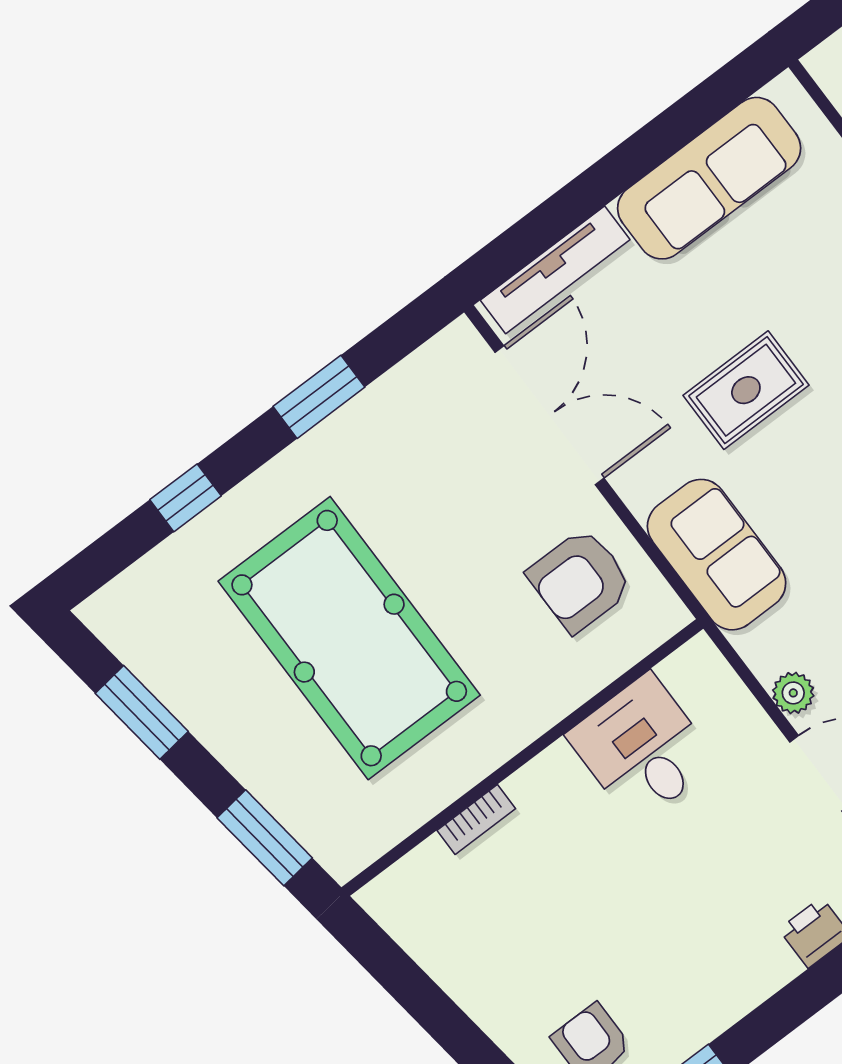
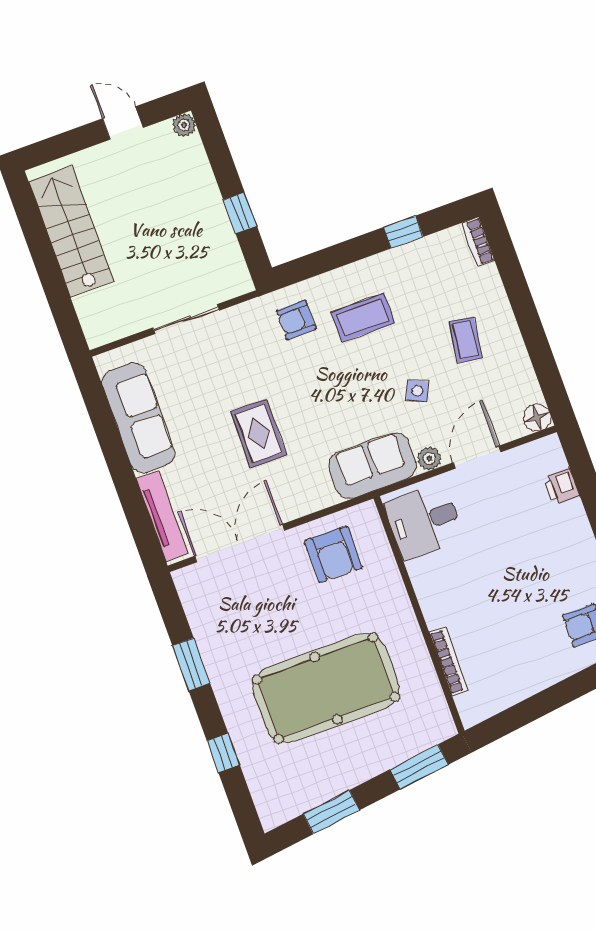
sofa: (717, 555) -> (372, 466), moved
desk: (642, 749) -> (424, 521), moved
bookcase: (476, 819) -> (449, 661), width x1.56

